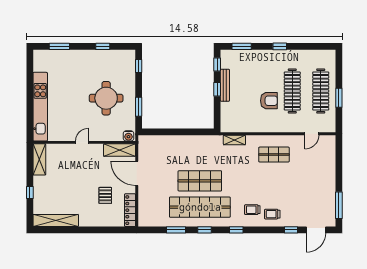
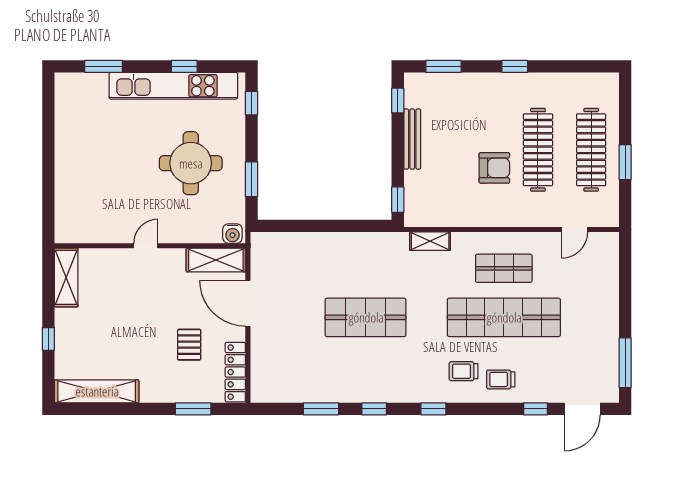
window: (217, 89) -> (398, 200), moved
kitchen unit: (40, 107) -> (173, 86), moved, turned 90
shop shelf: (200, 207) -> (504, 317), moved
window: (107, 230) -> (193, 409), added

